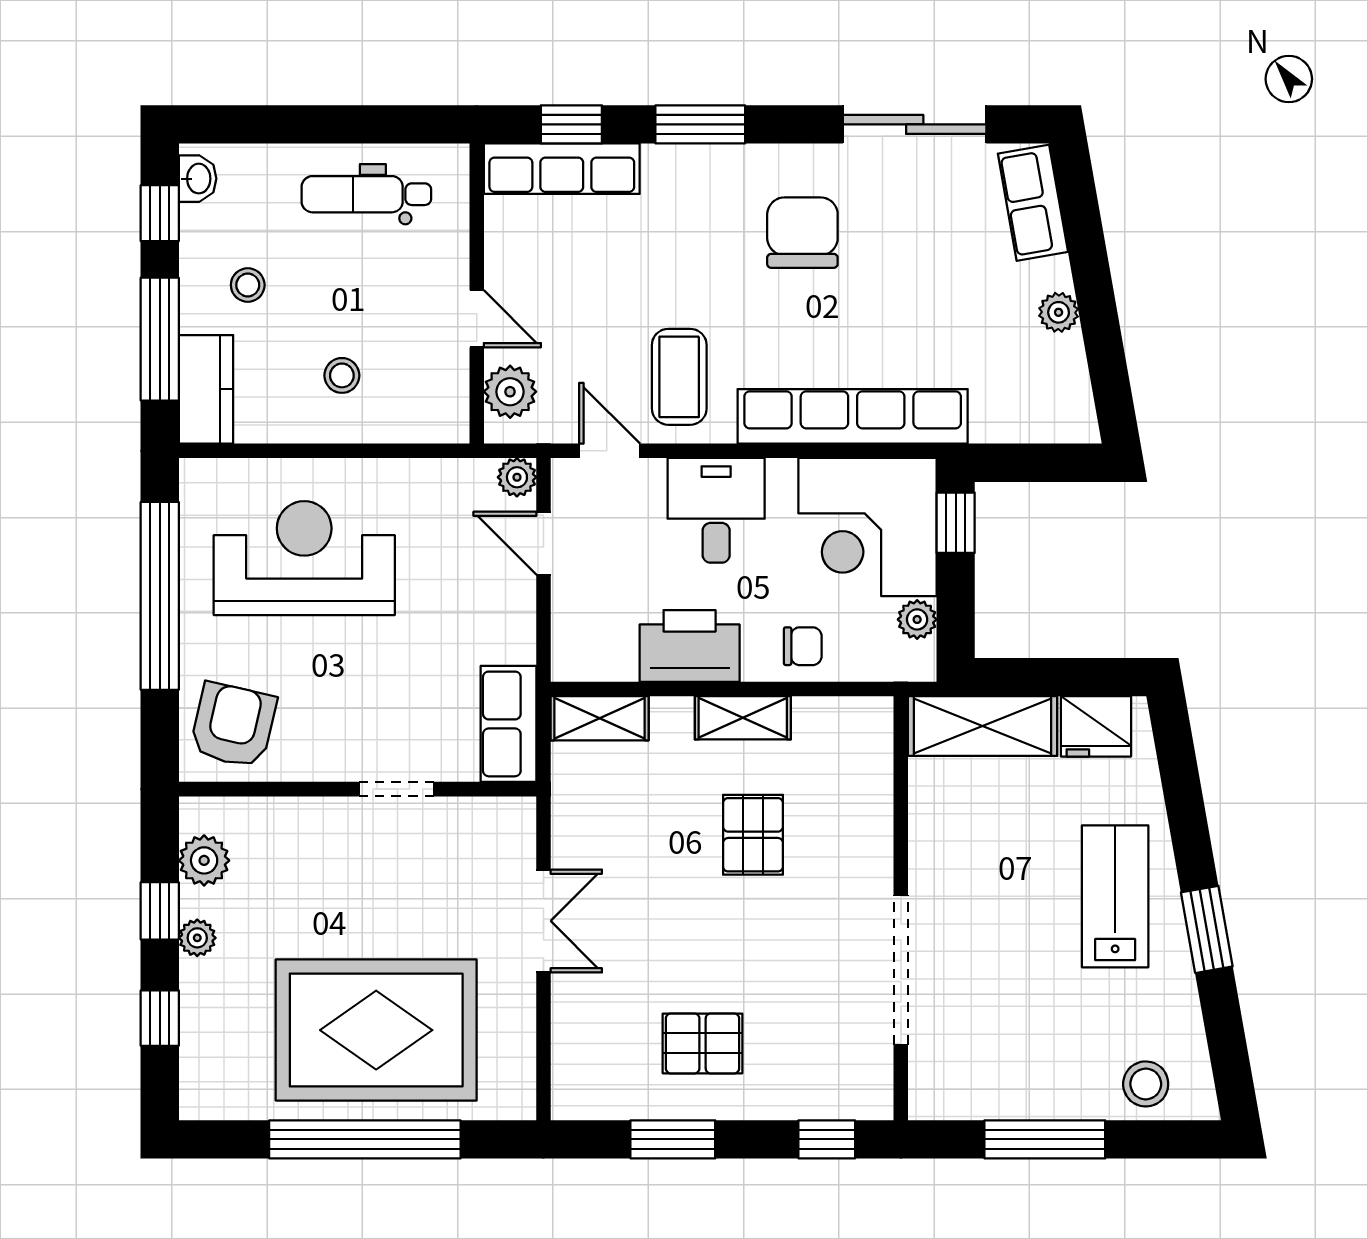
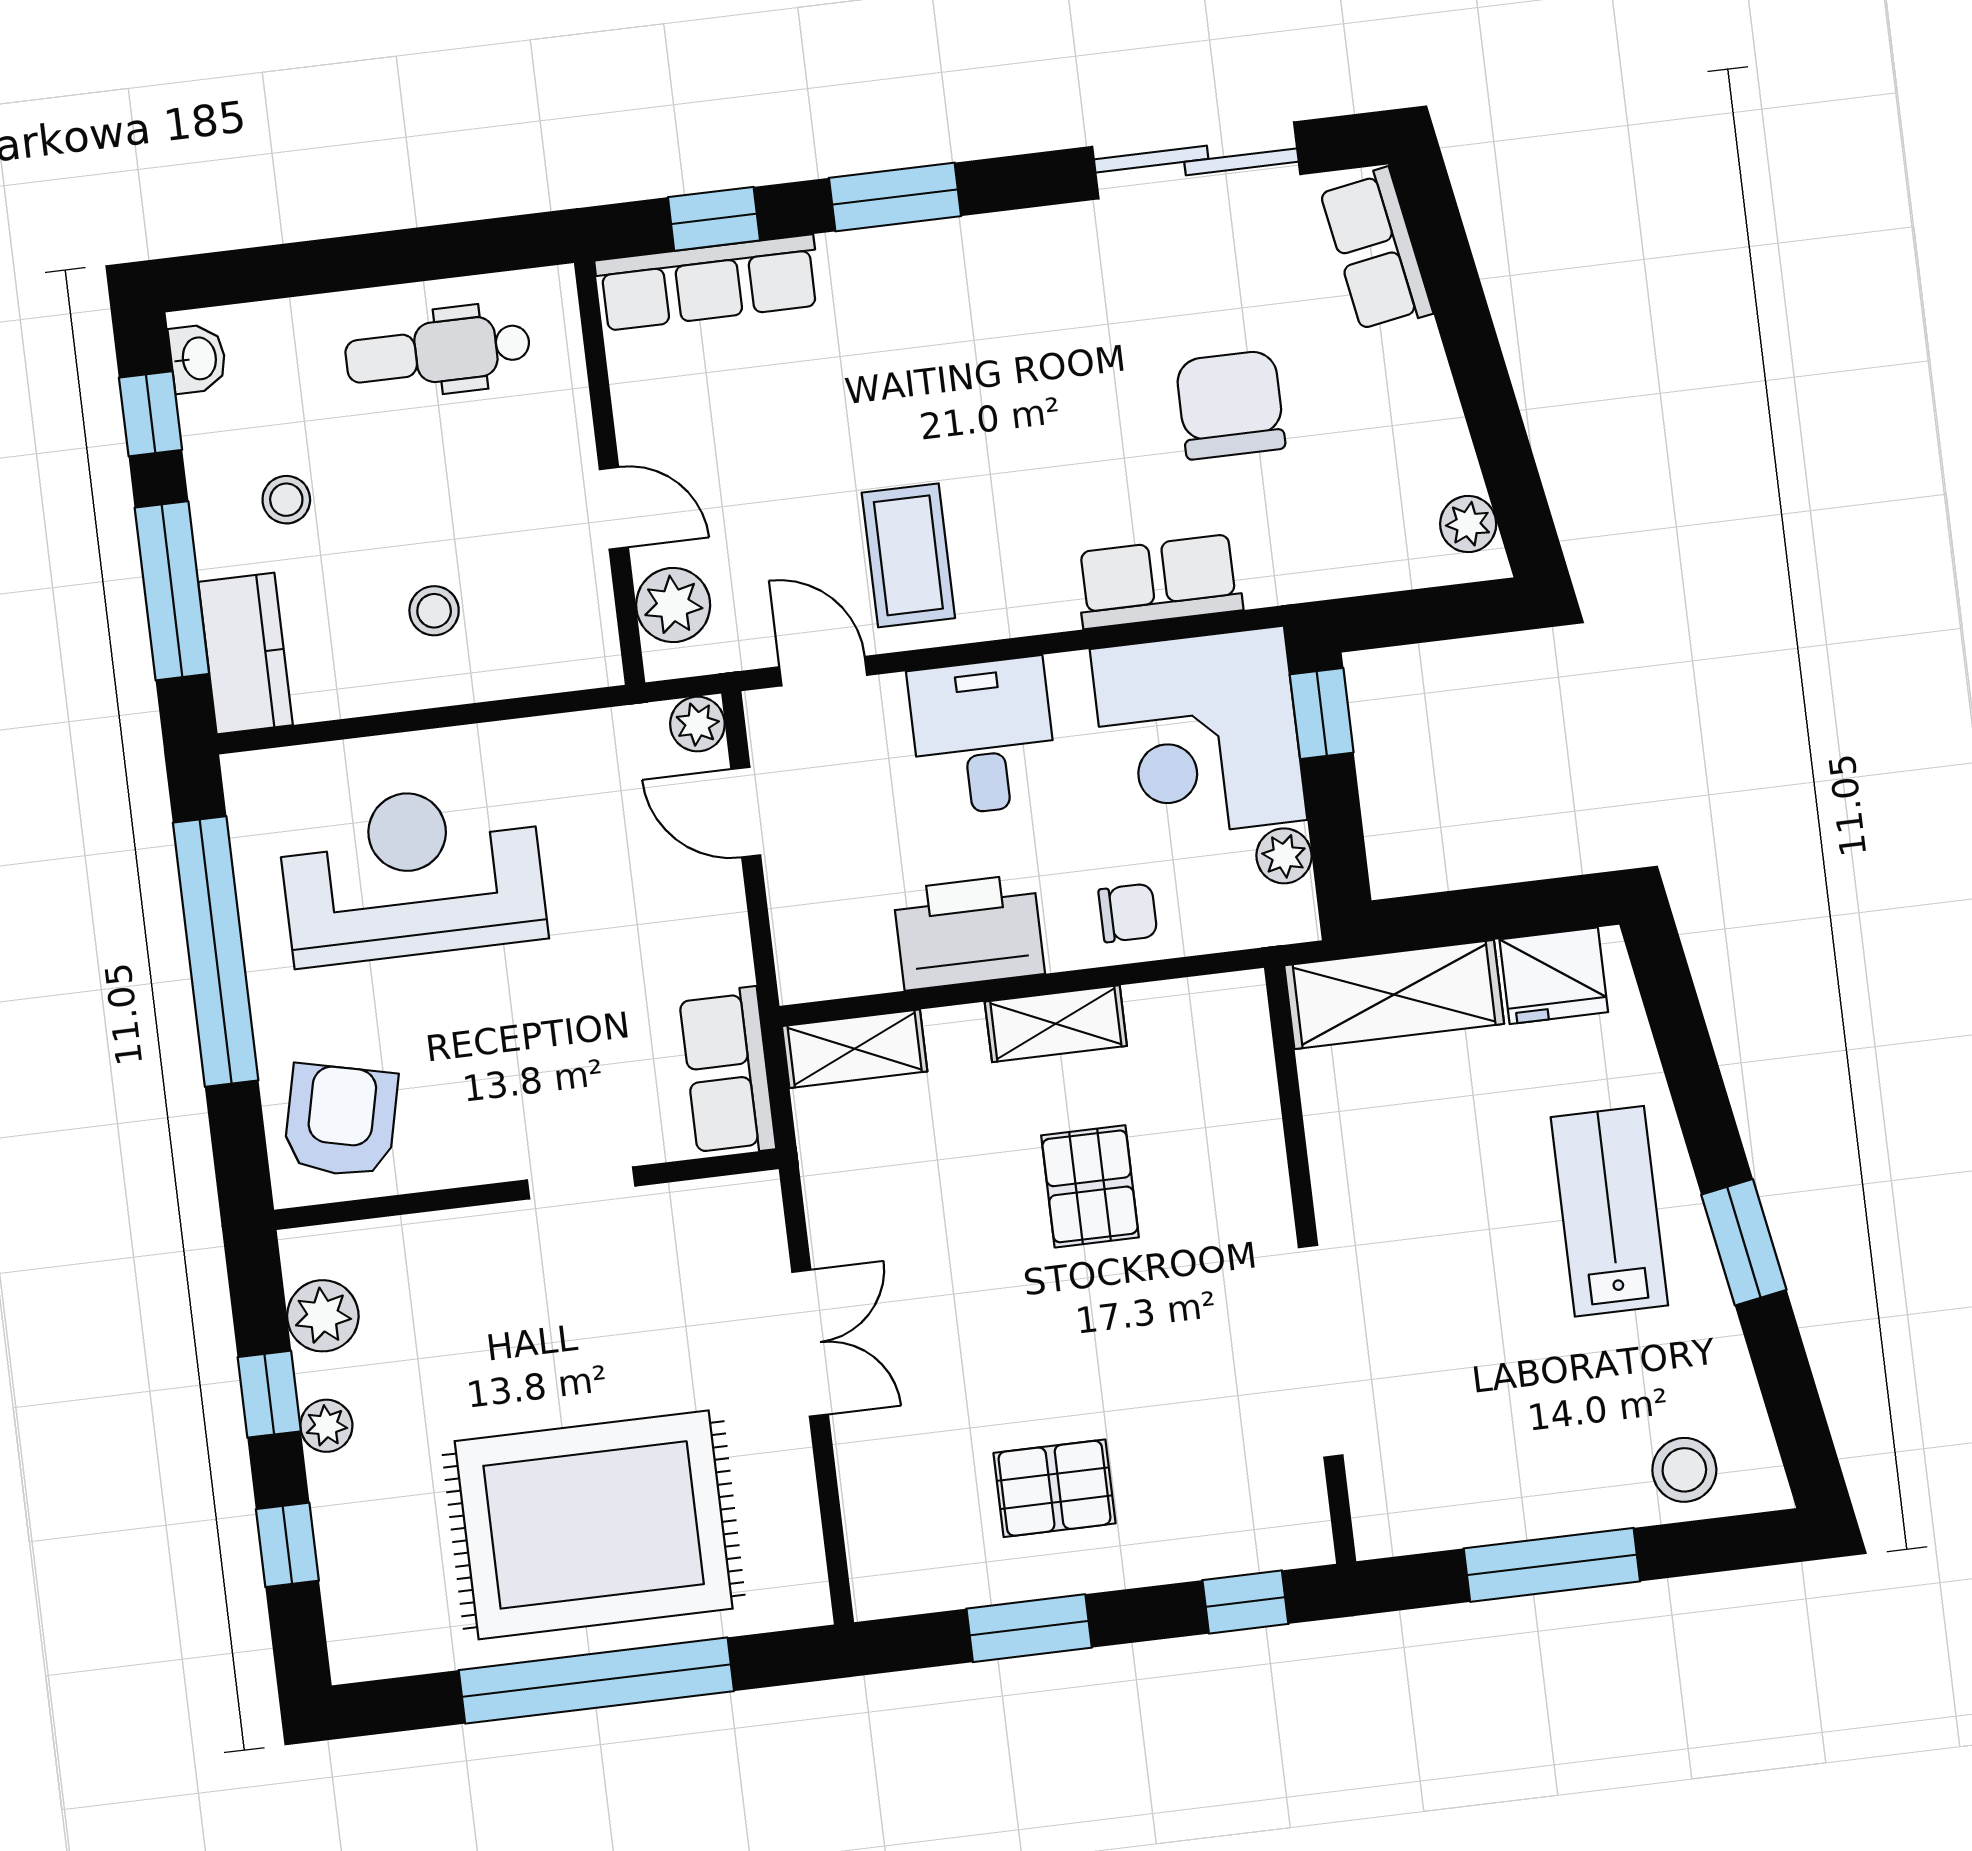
chair: (802, 233) -> (1230, 405), moved
plant: (1059, 312) -> (1468, 524), moved
row of seats: (853, 416) -> (1159, 581), width x0.50

